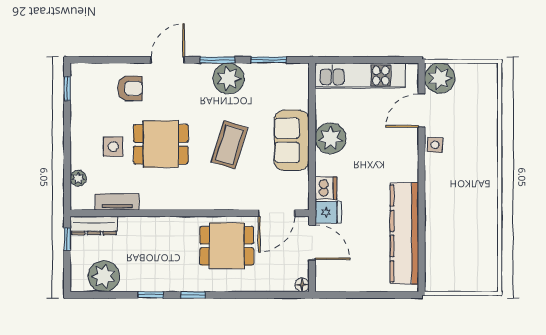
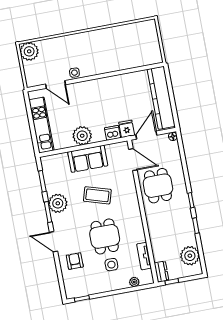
plant: (440, 78) -> (29, 51), moved
dresser: (94, 225) -> (161, 272), width x0.70
kitchen counter: (404, 233) -> (161, 98), moved, turned 90

